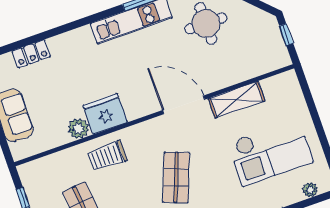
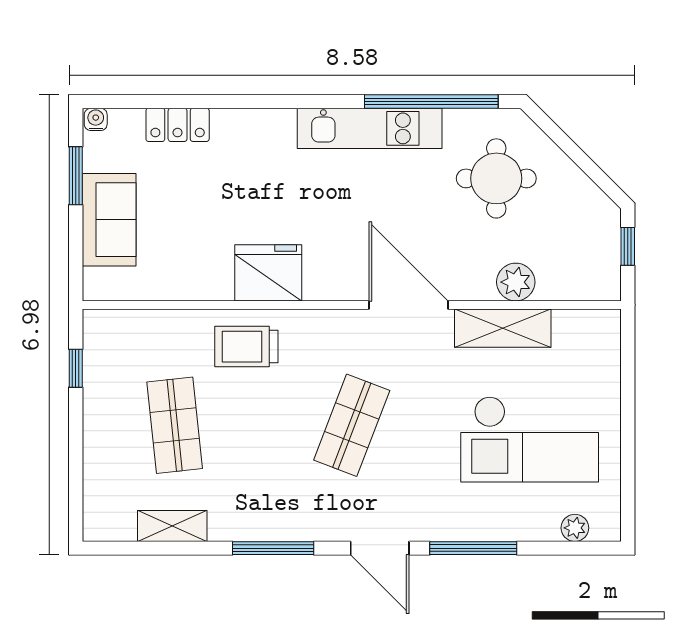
plant: (78, 129) -> (516, 282), moved

